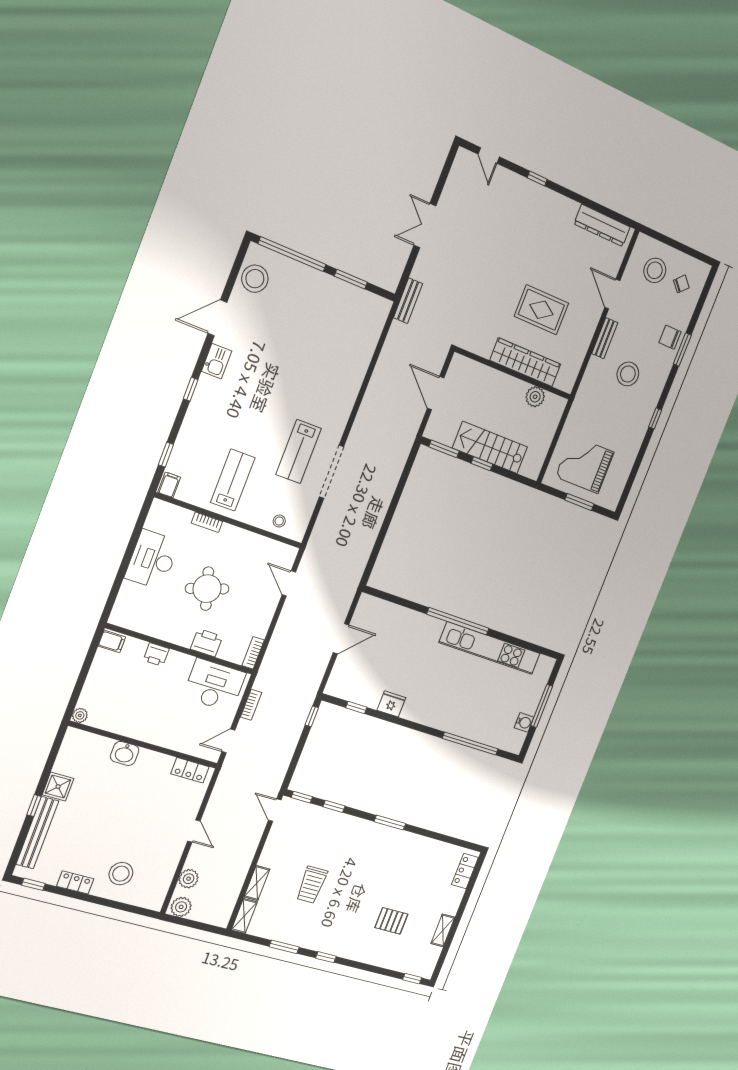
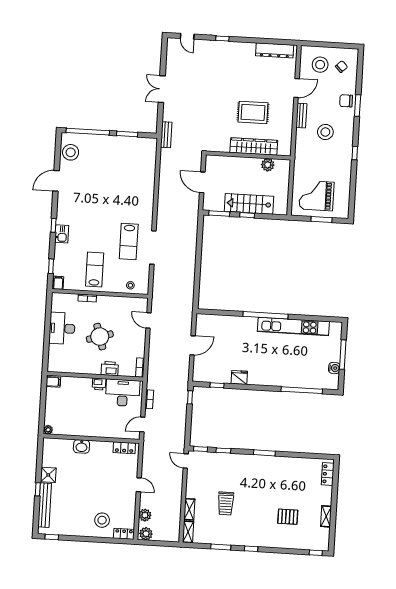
door: (612, 294) -> (297, 88), swing flipped
kitchen sink: (217, 361) -> (62, 234), moved
printer: (156, 654) -> (99, 384), moved
locker: (75, 883) -> (124, 534), moved

